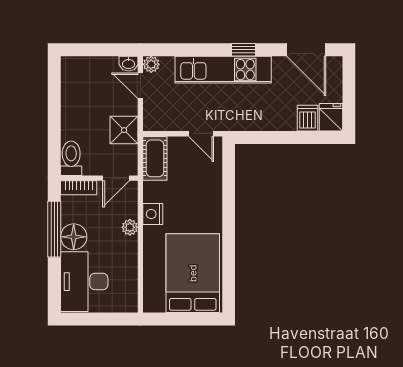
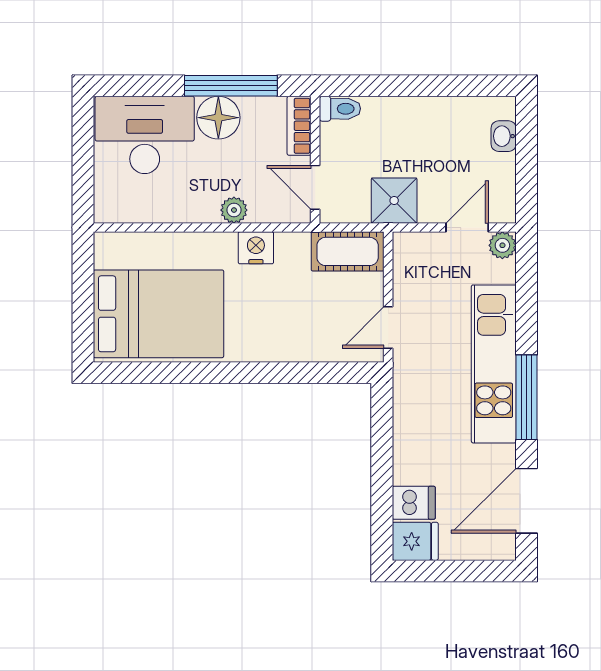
window: (244, 50) -> (526, 397), width x2.17
washbasin: (129, 64) -> (504, 136), moved
toilet: (71, 158) -> (340, 109), width x0.73, depth x0.72

